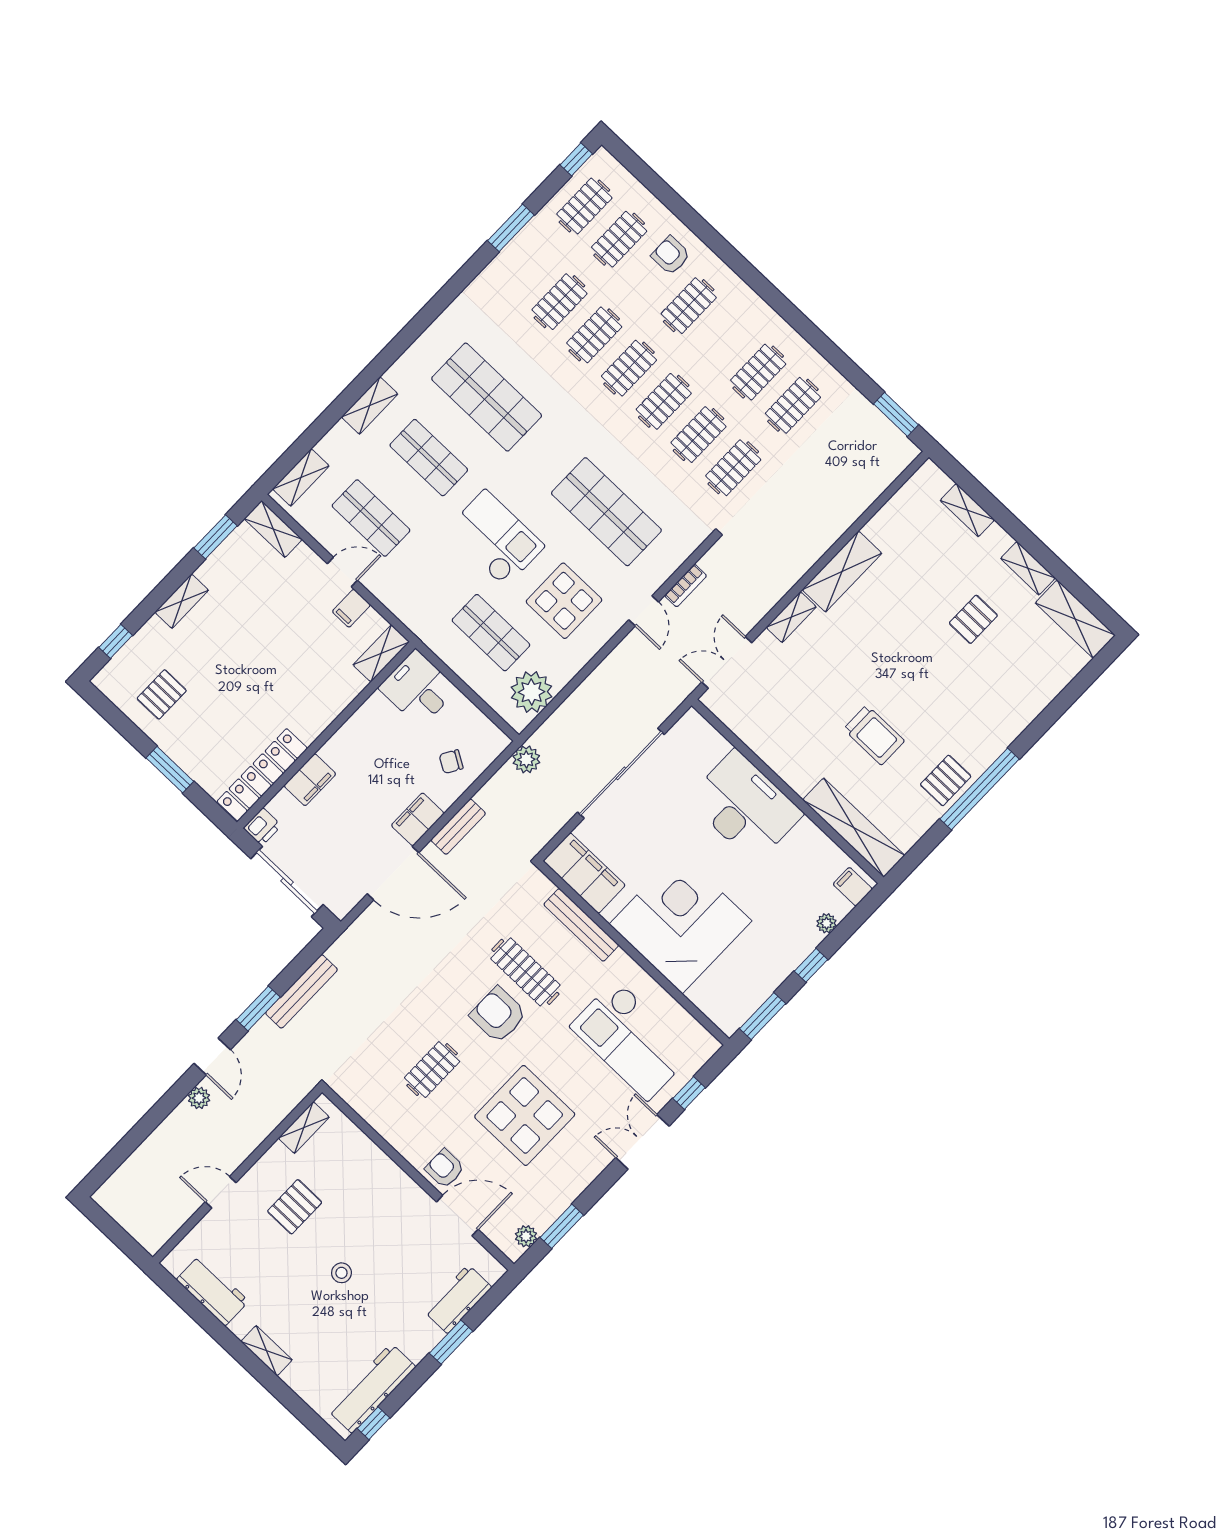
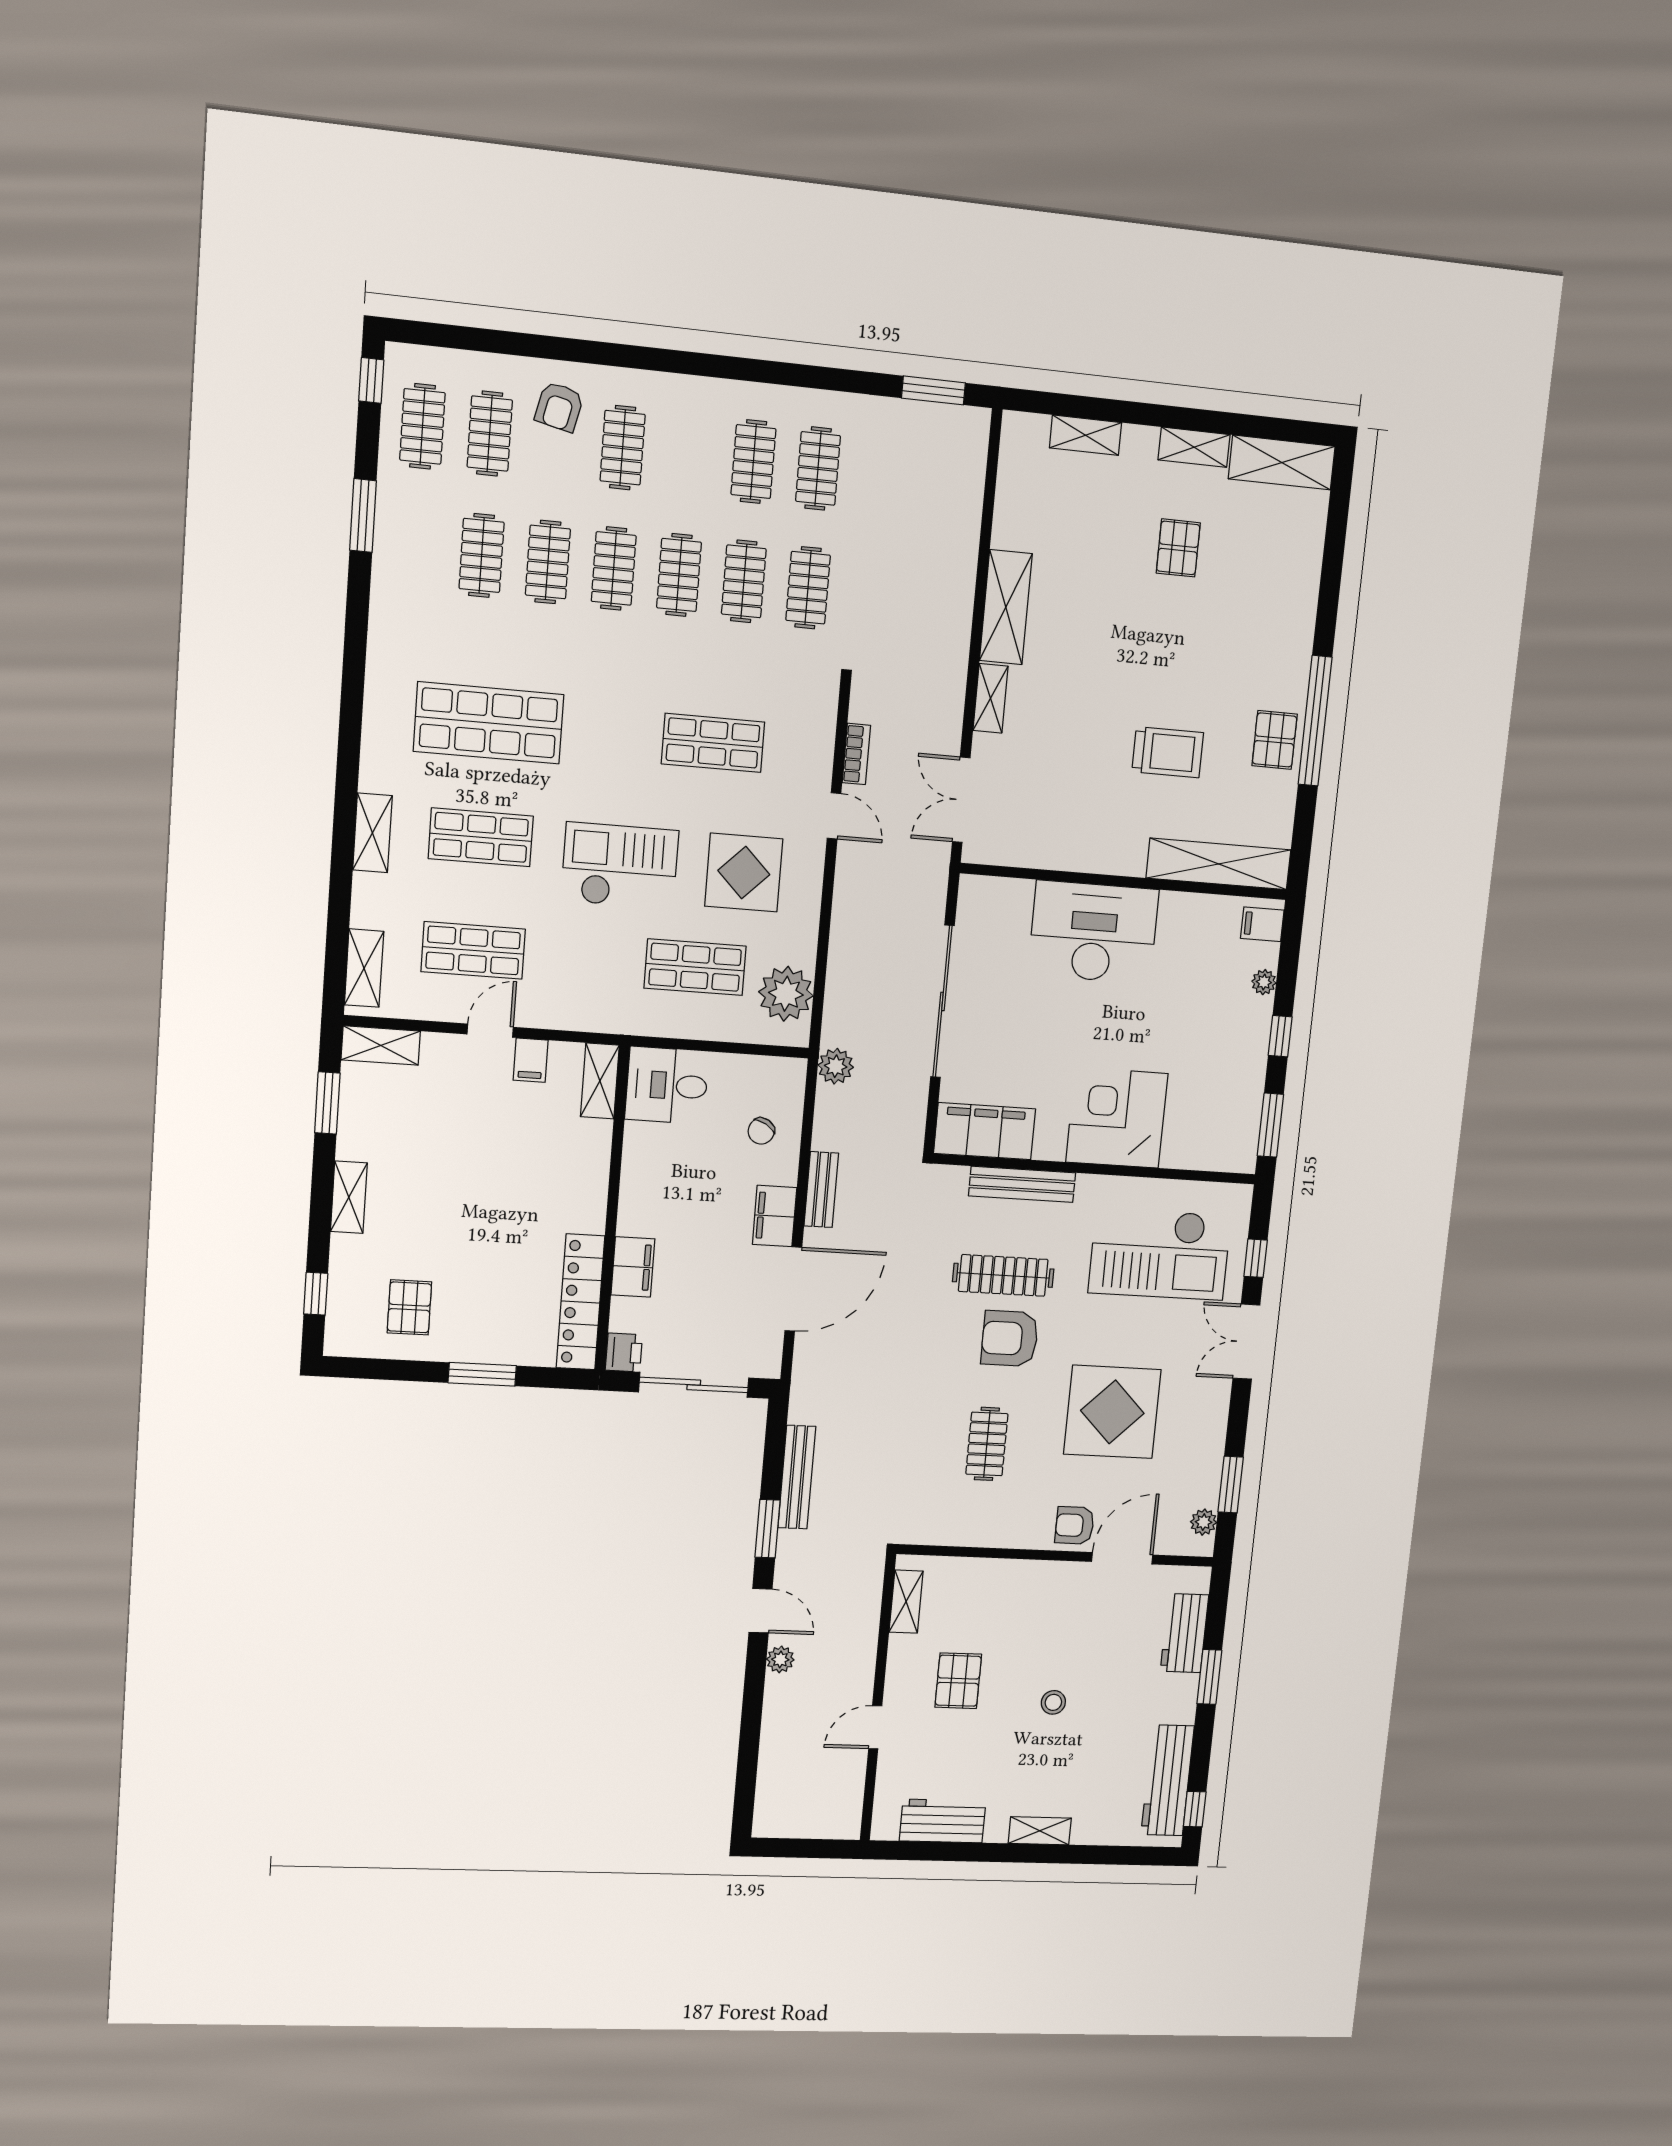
armchair: (671, 255) -> (559, 407), turned -77
shop shelf: (606, 512) -> (713, 743), width x0.70, depth x0.74
corner desk: (680, 922) -> (1117, 1118), width x0.74, depth x0.74

